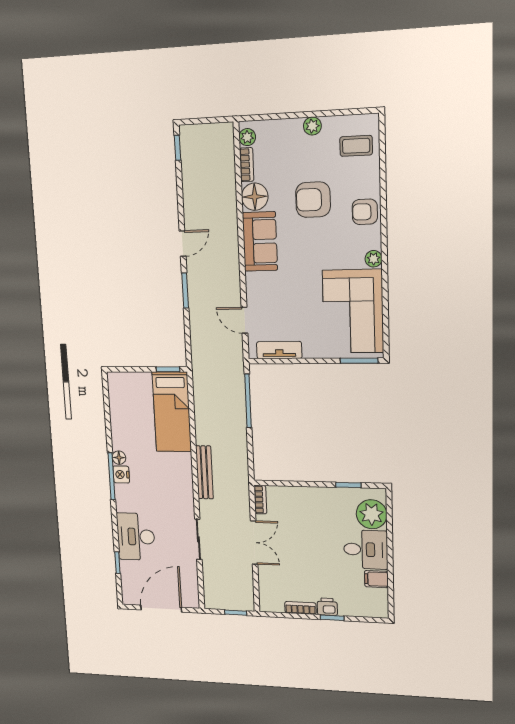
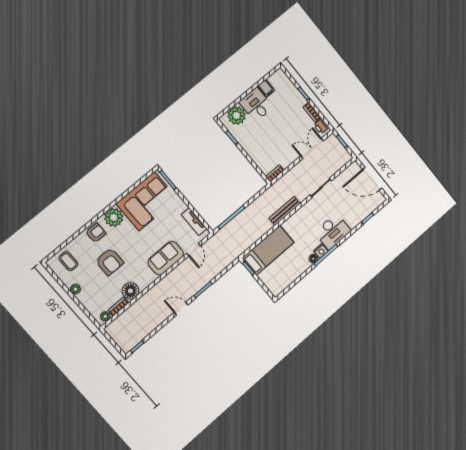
armchair: (365, 212) -> (96, 233), turned -90
sofa: (260, 241) -> (166, 258), moved
plant: (374, 259) -> (114, 217), width x1.88, depth x1.88
desk: (136, 537) -> (333, 231), moved
double door: (254, 543) -> (312, 148), moved
printer: (327, 607) -> (321, 126), moved

